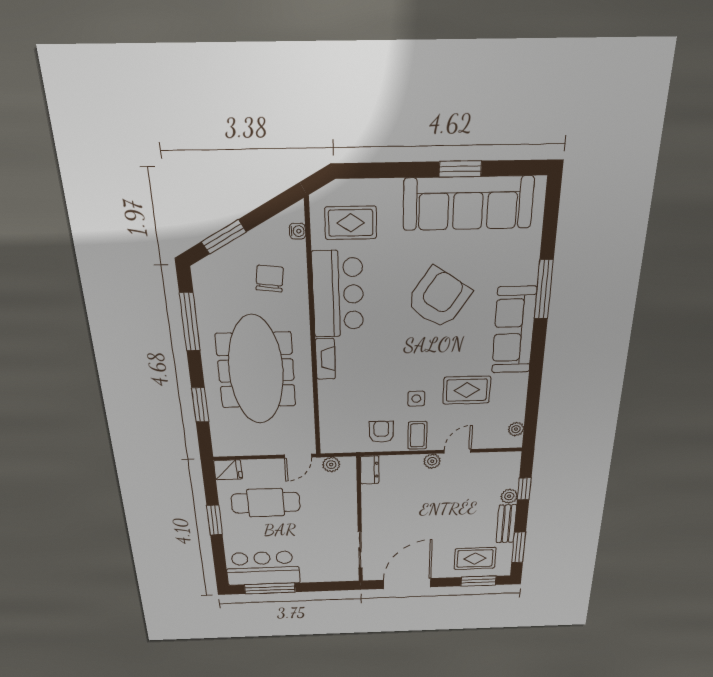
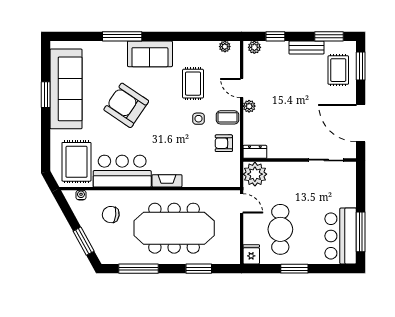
rug: (351, 223) -> (76, 162), width x1.36, depth x1.43
sofa: (514, 330) -> (150, 54), width x0.73
plant: (331, 465) -> (255, 174), width x1.88, depth x1.88
plant: (509, 496) -> (254, 47), moved

